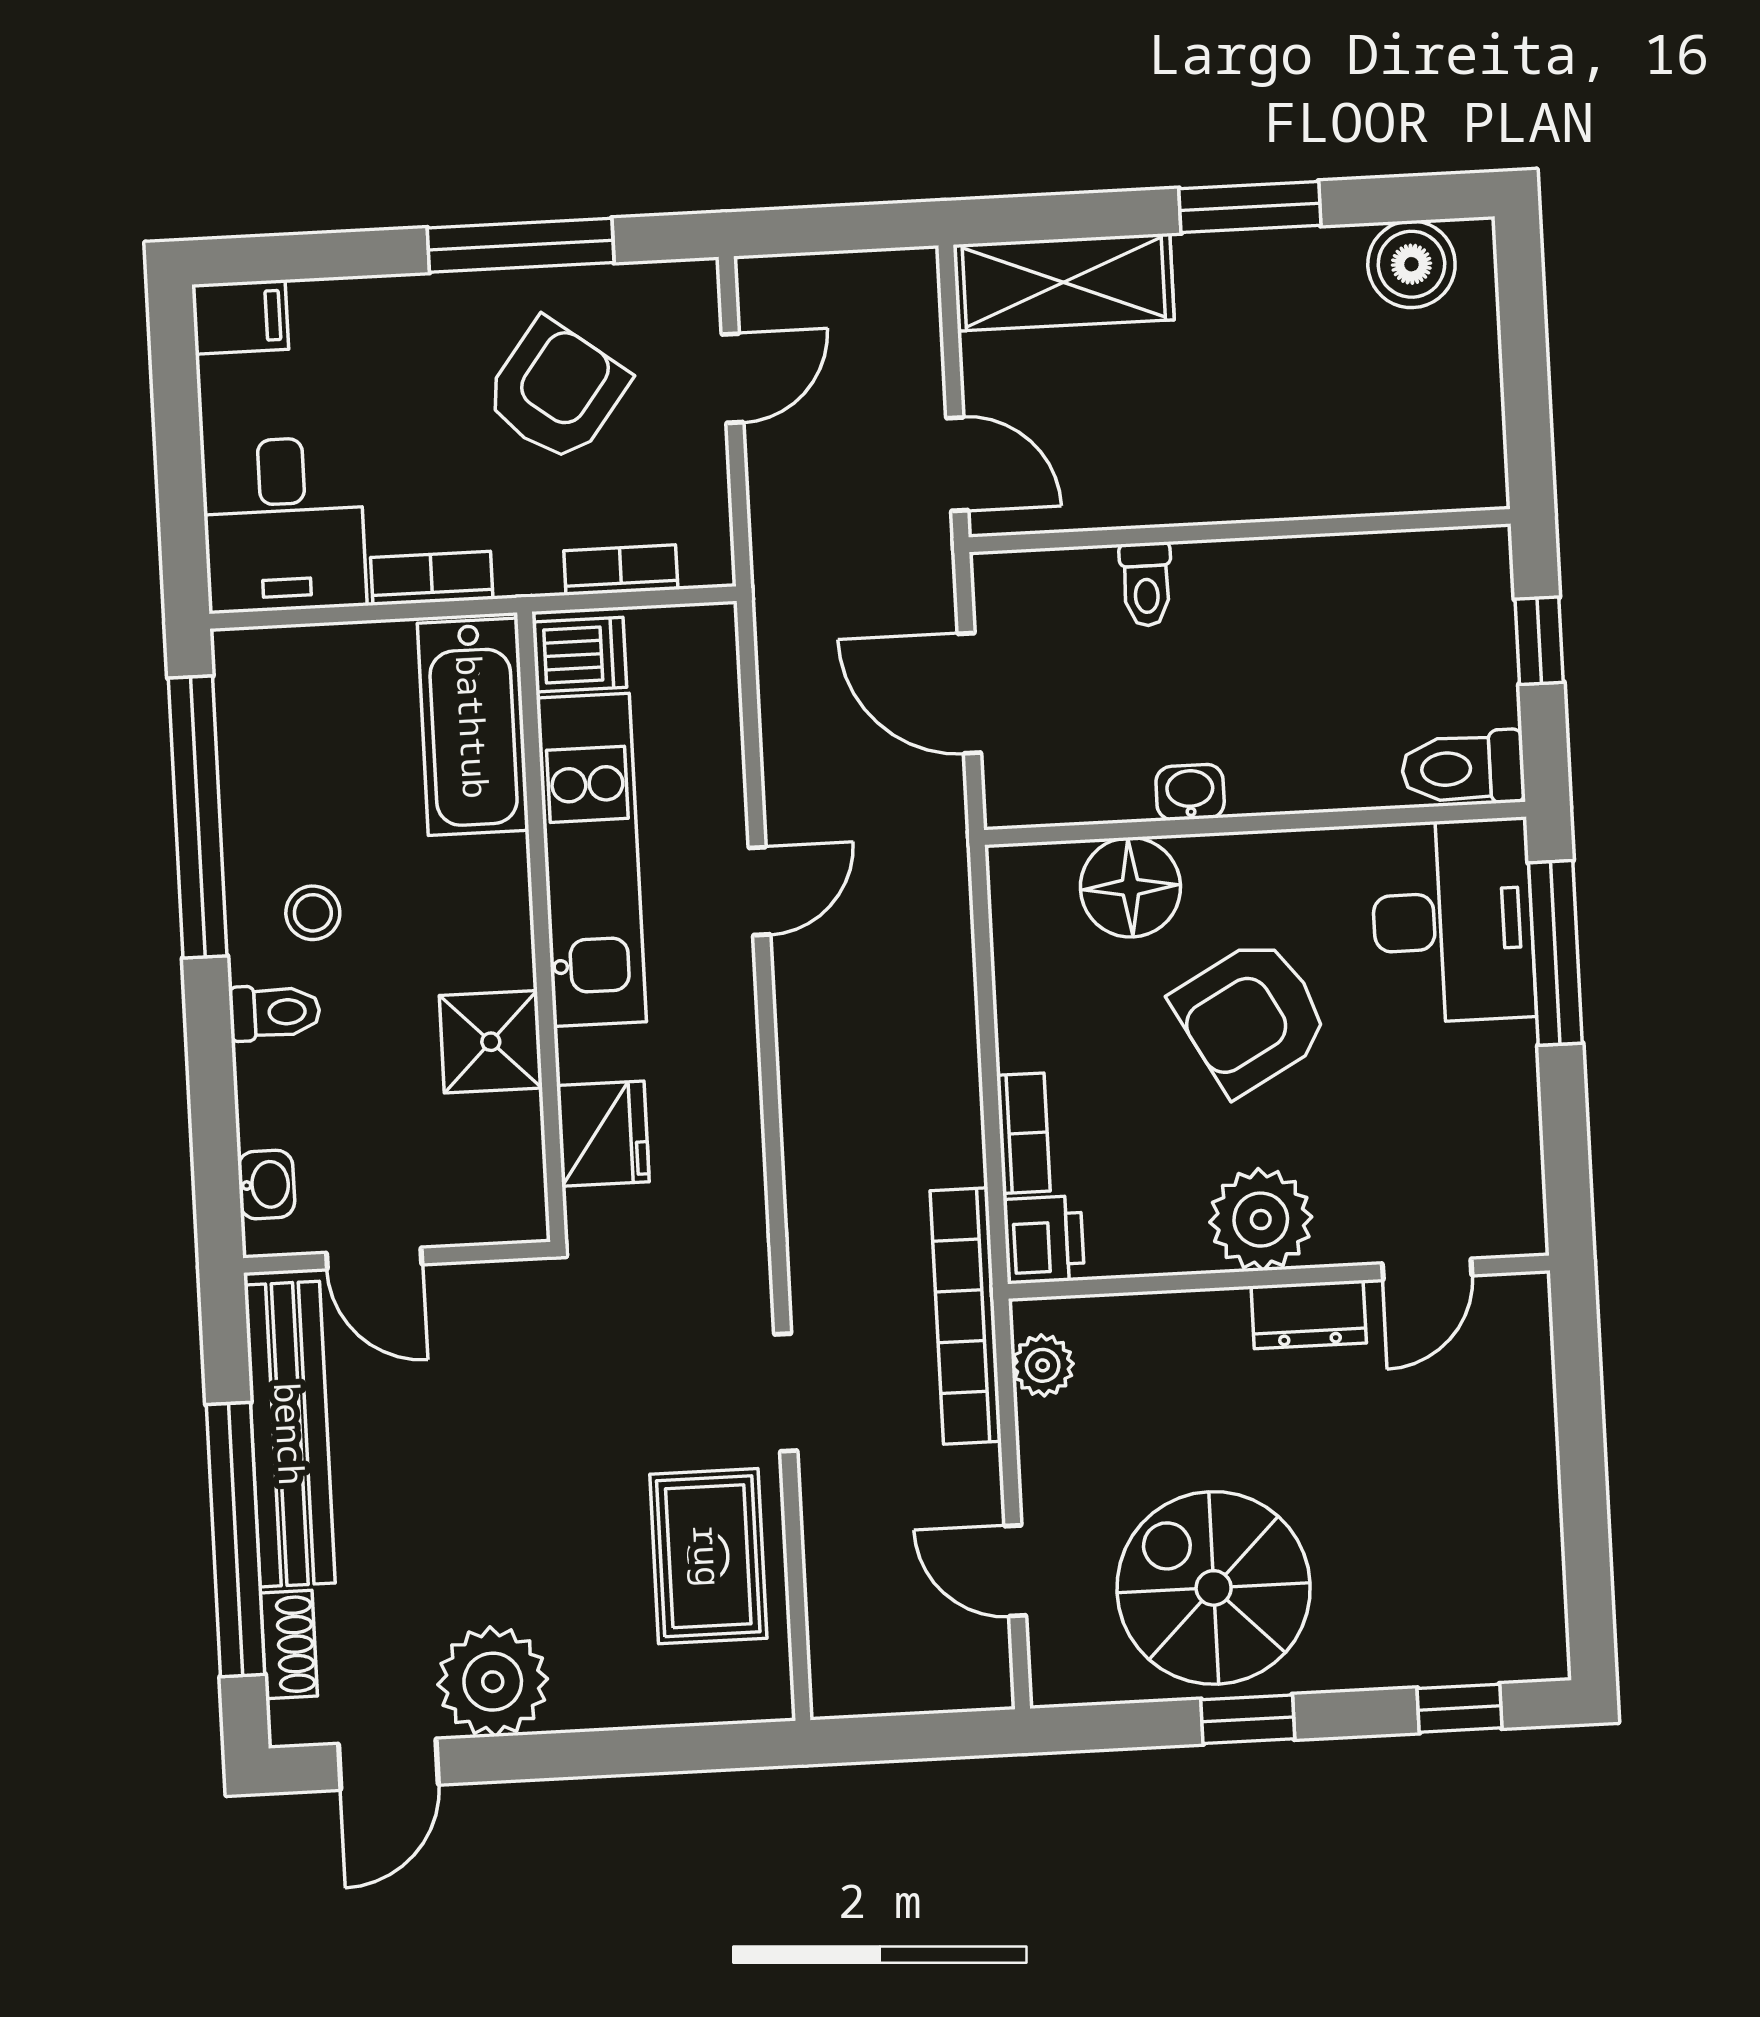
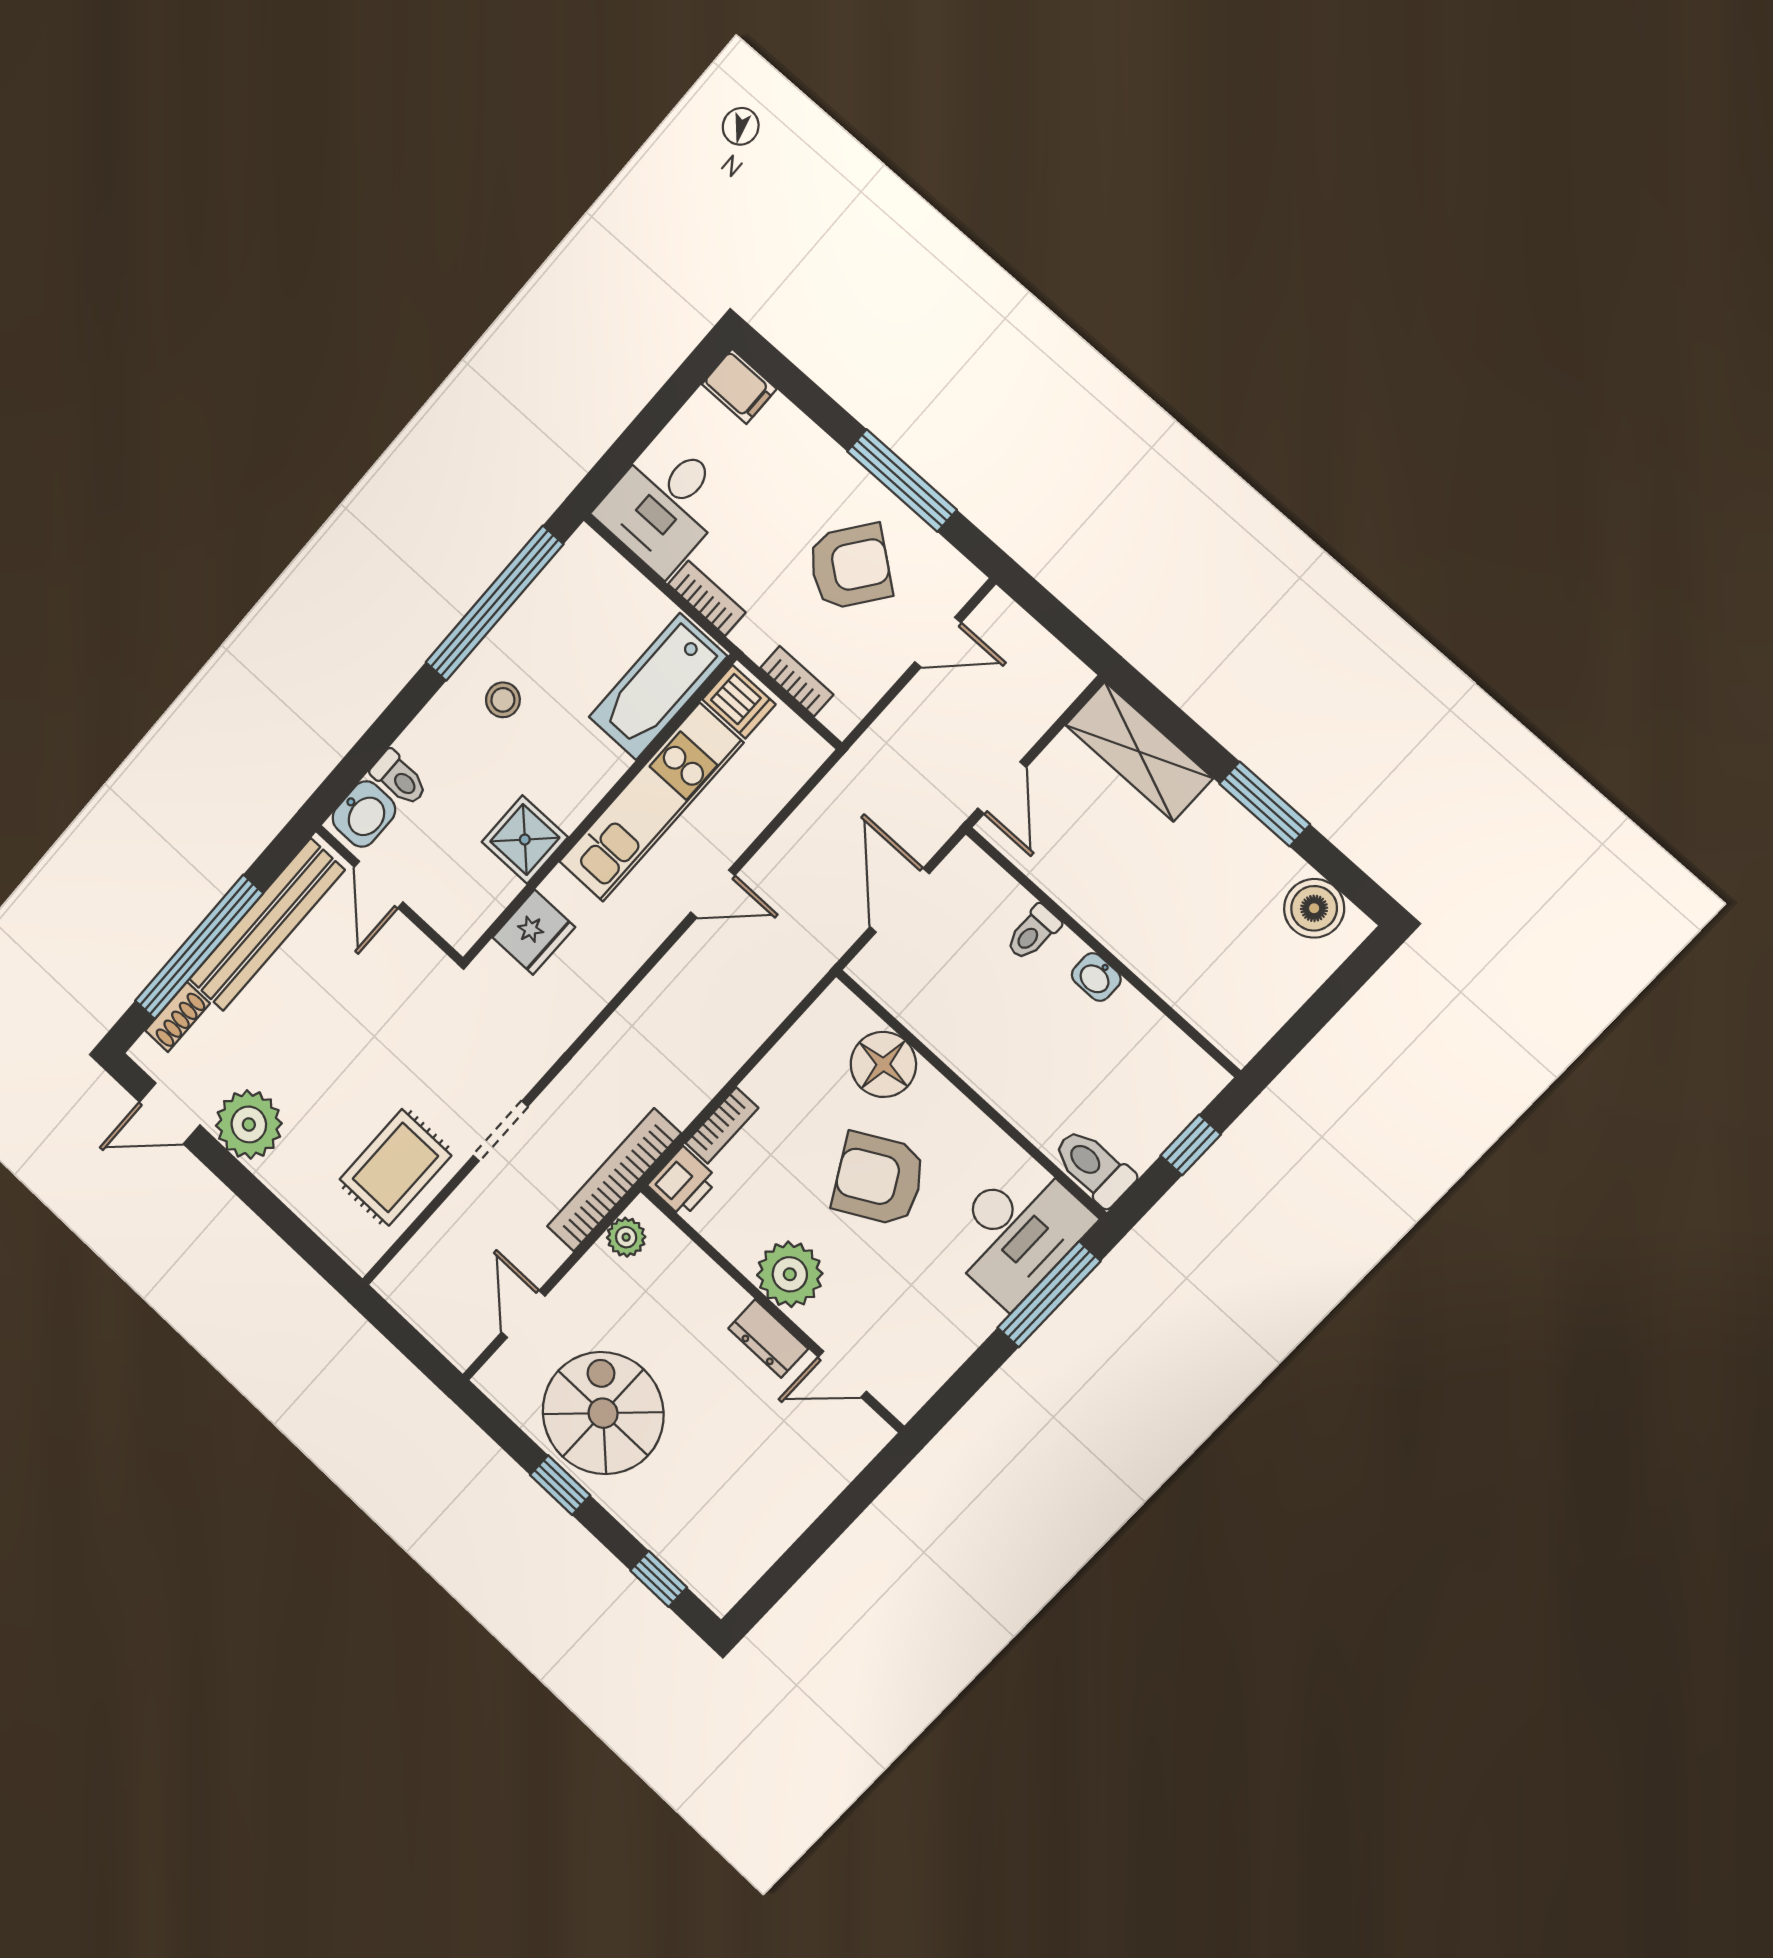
washbasin: (1190, 792) -> (1096, 977), moved, turned 180
toilet: (275, 1012) -> (399, 778), moved
washbasin: (266, 1185) -> (364, 814), width x1.38, depth x1.45

